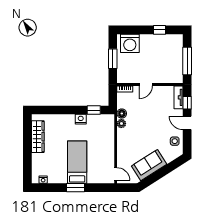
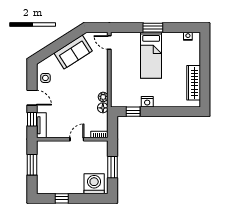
window: (187, 61) -> (32, 165), width x0.69

